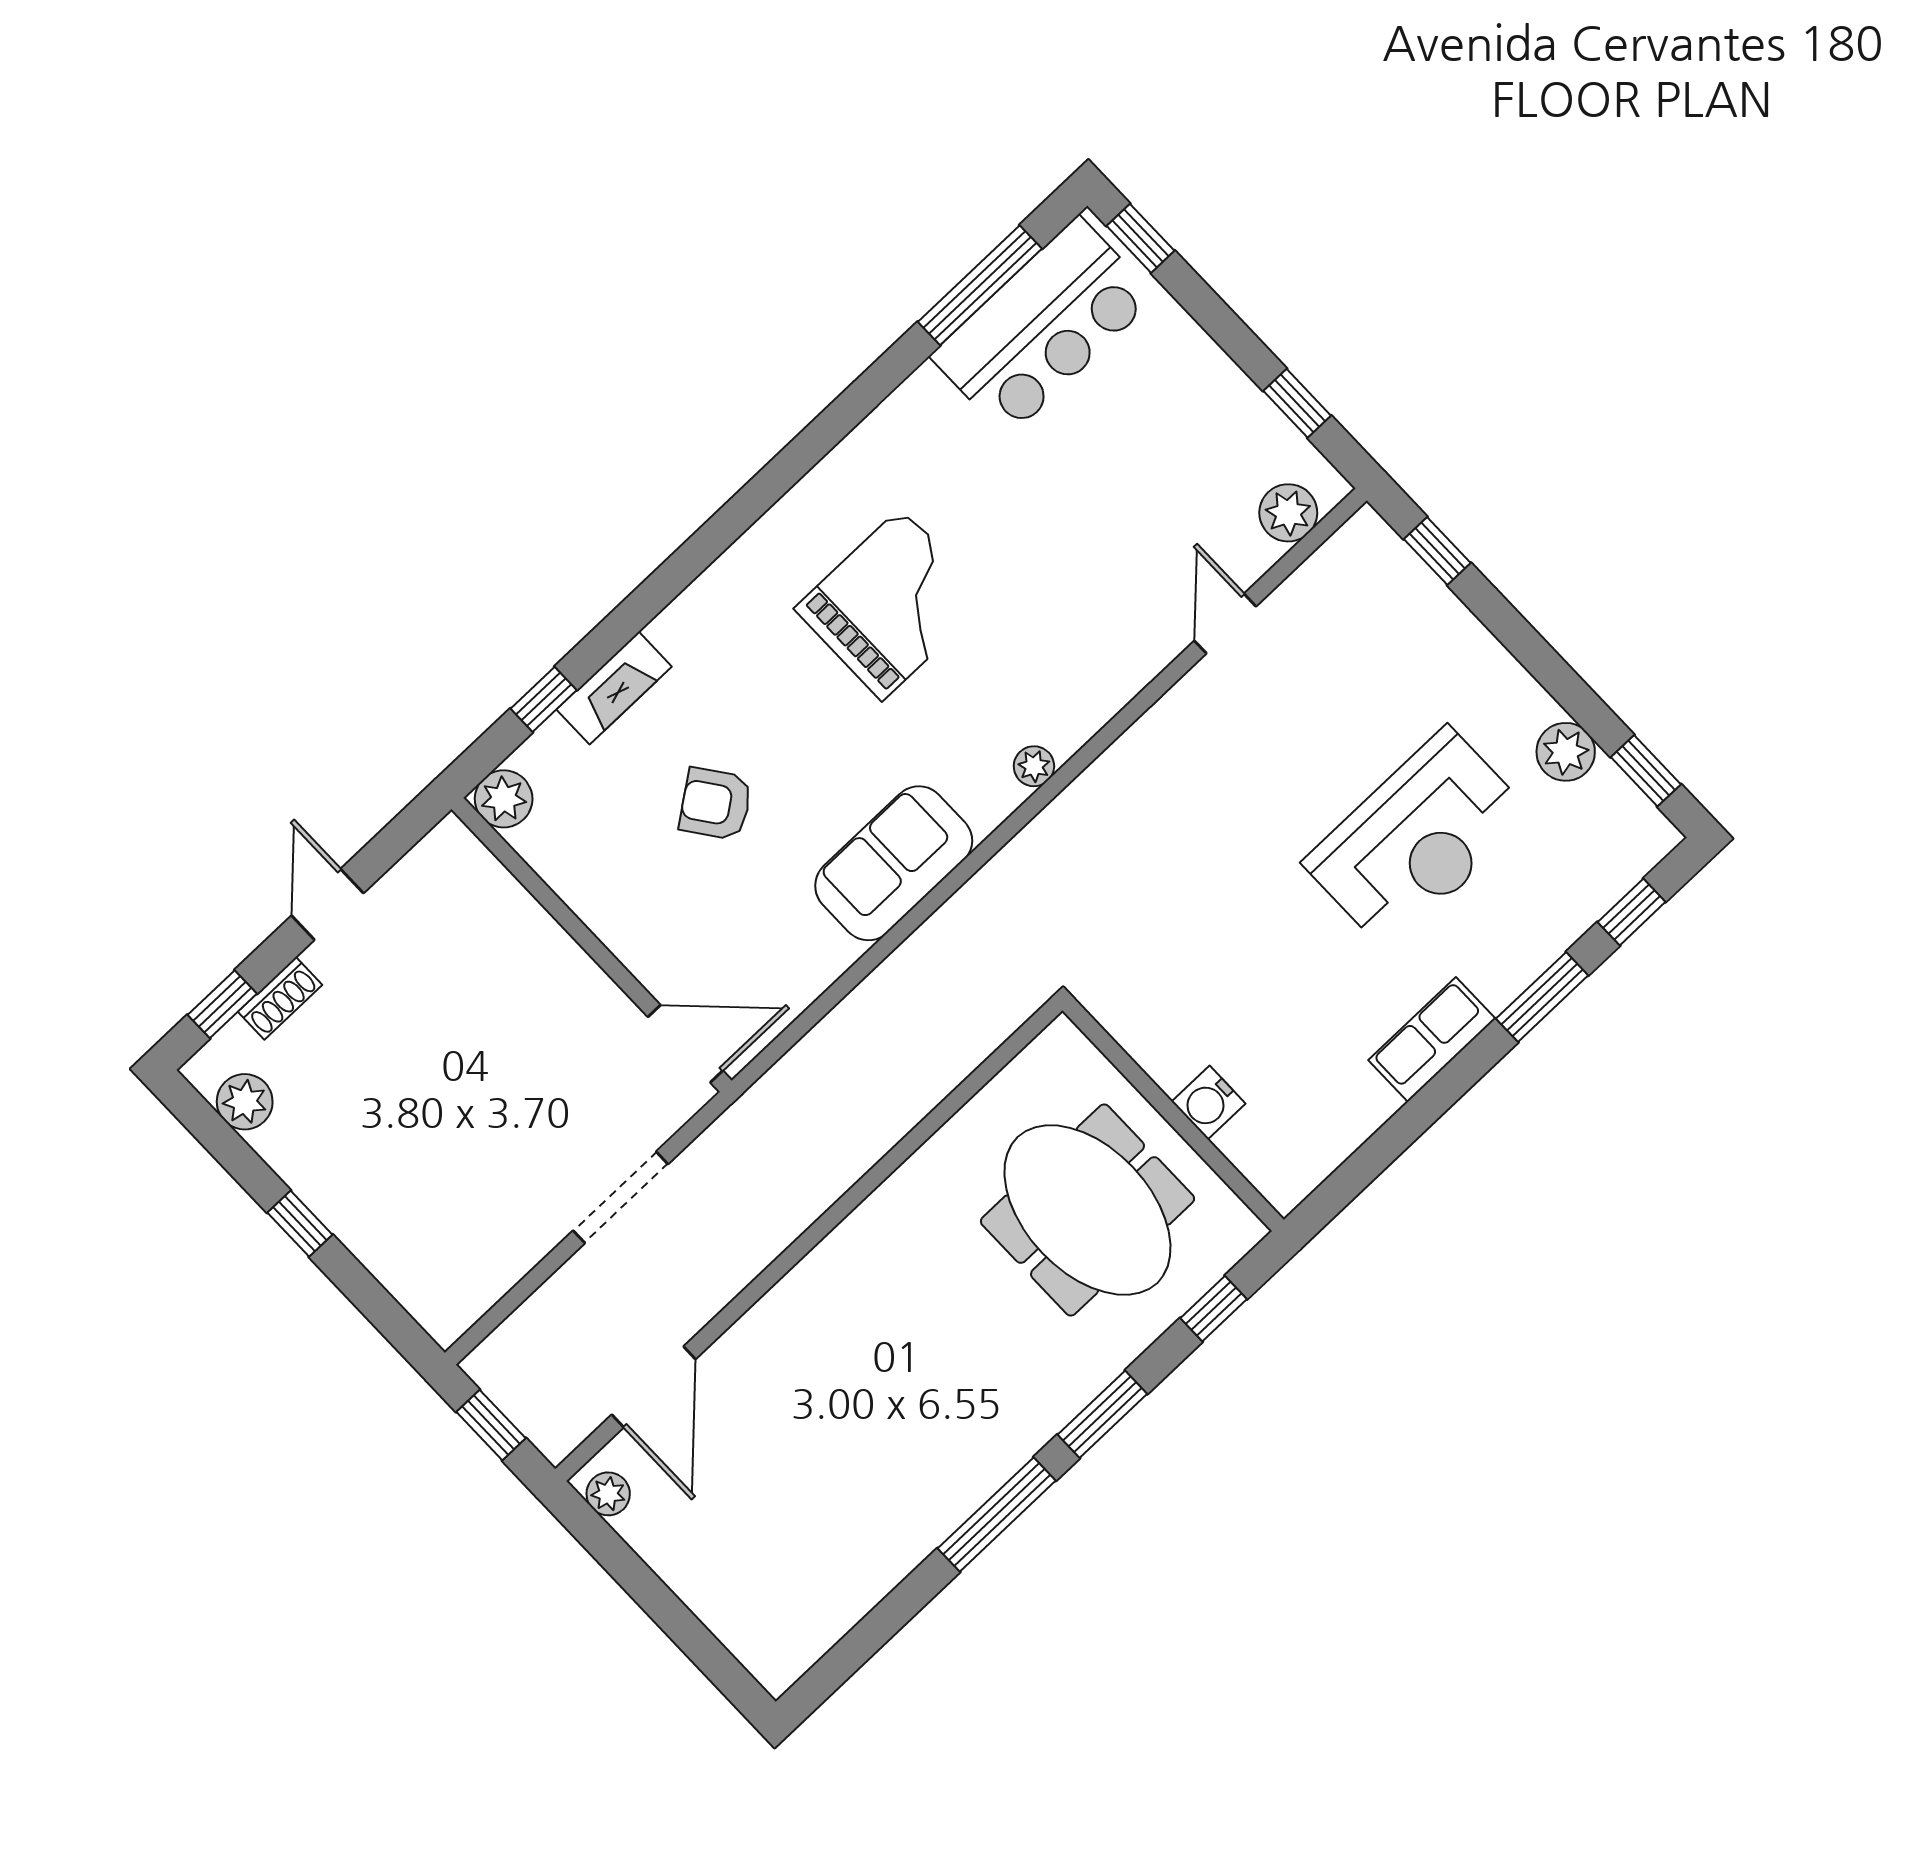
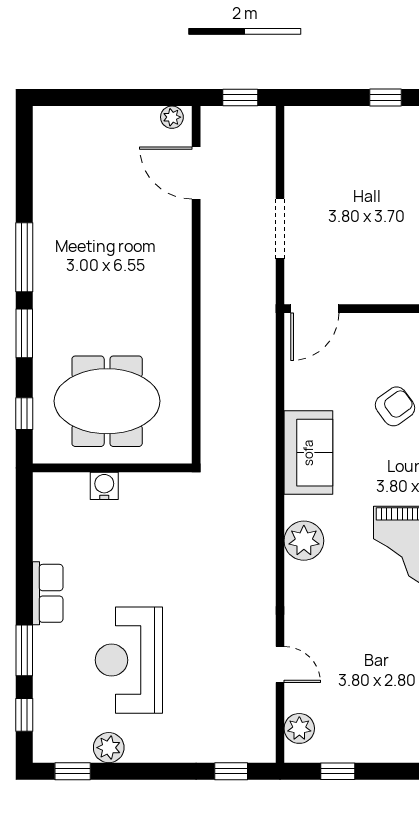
plant: (1034, 766) -> (304, 541), width x1.88, depth x1.88

